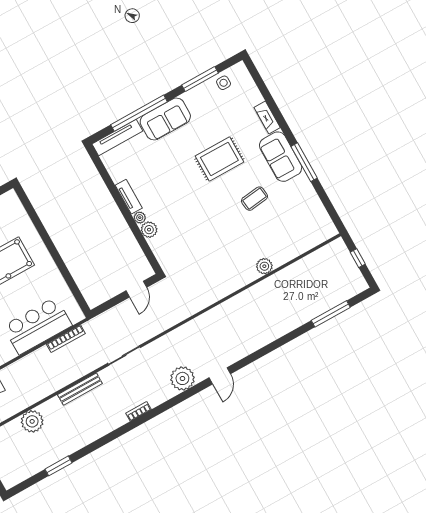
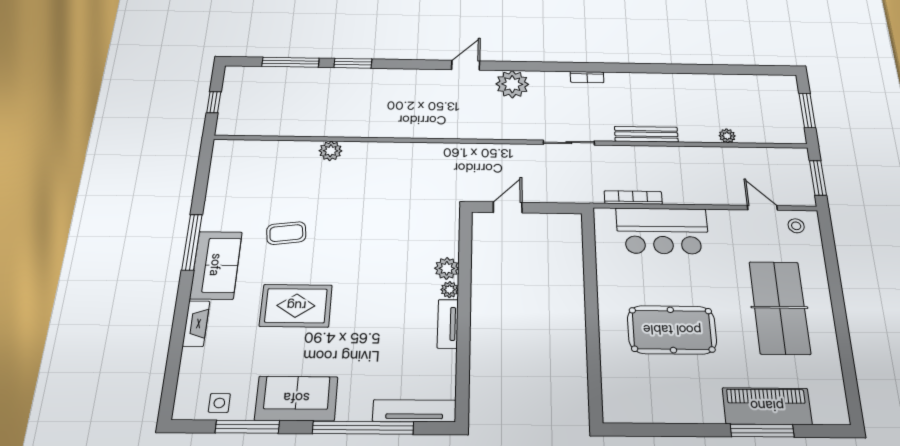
sofa: (165, 119) -> (296, 398), moved
plant: (32, 421) -> (727, 136), width x0.53, depth x0.53
window: (59, 466) -> (353, 63), moved

